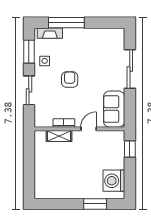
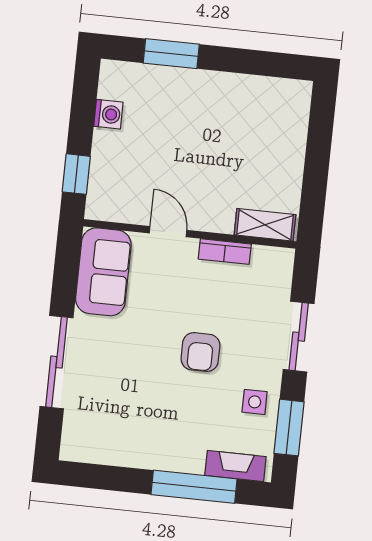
door: (89, 129) -> (168, 232), swing flipped
shelving: (59, 136) -> (265, 225), moved
washing machine: (114, 181) -> (108, 114), width x0.53, depth x0.53

